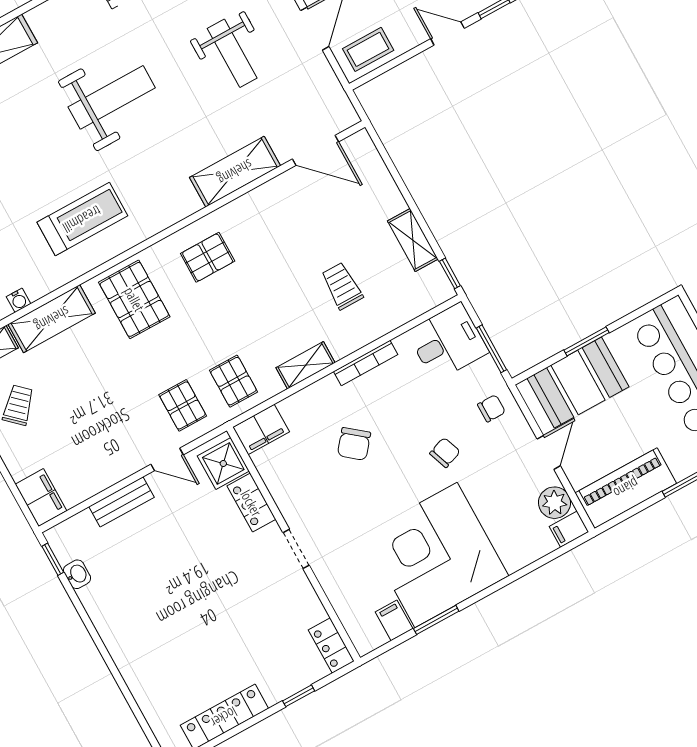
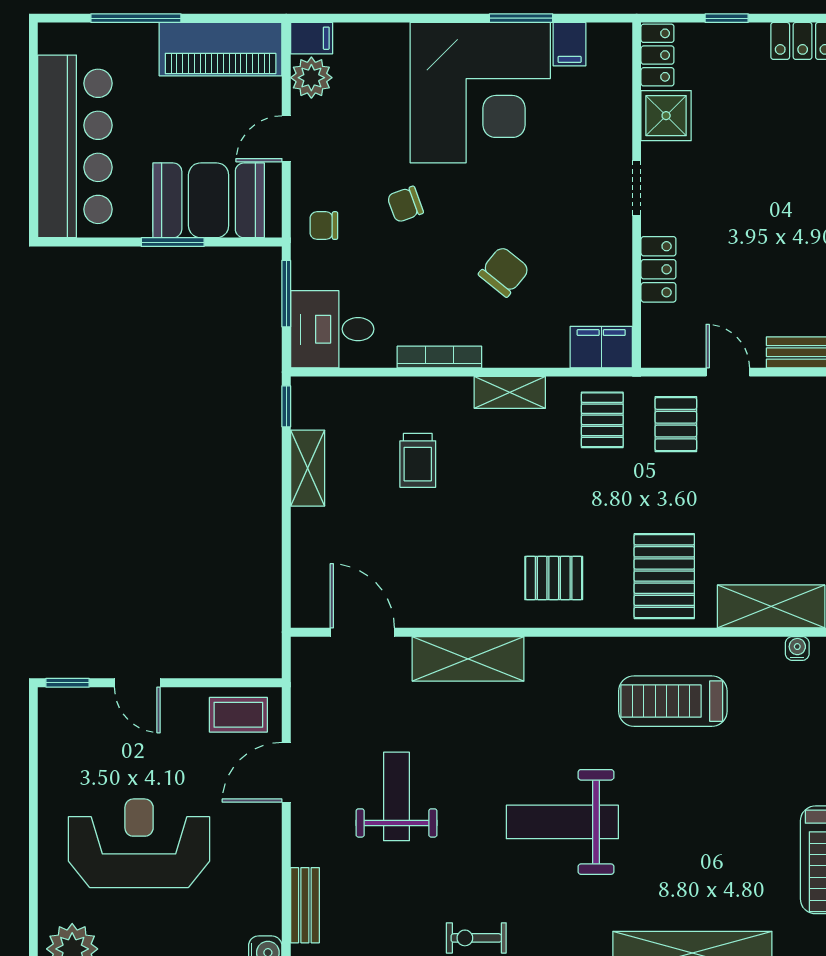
shower: (223, 464) -> (666, 116), moved

